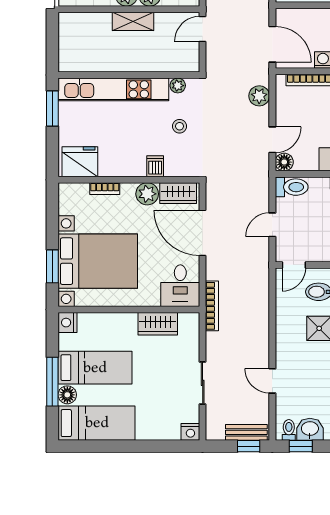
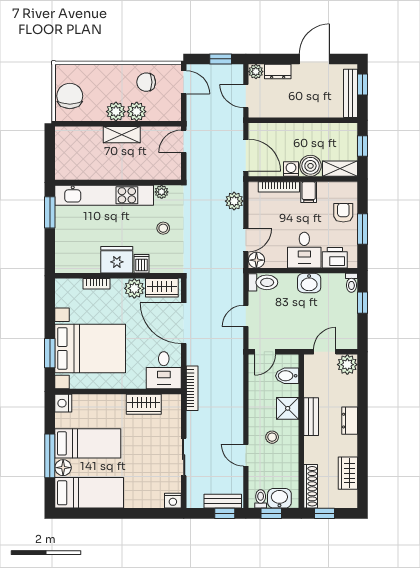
fridge: (80, 162) -> (117, 260), moved
stool: (302, 361) -> (272, 437), added

